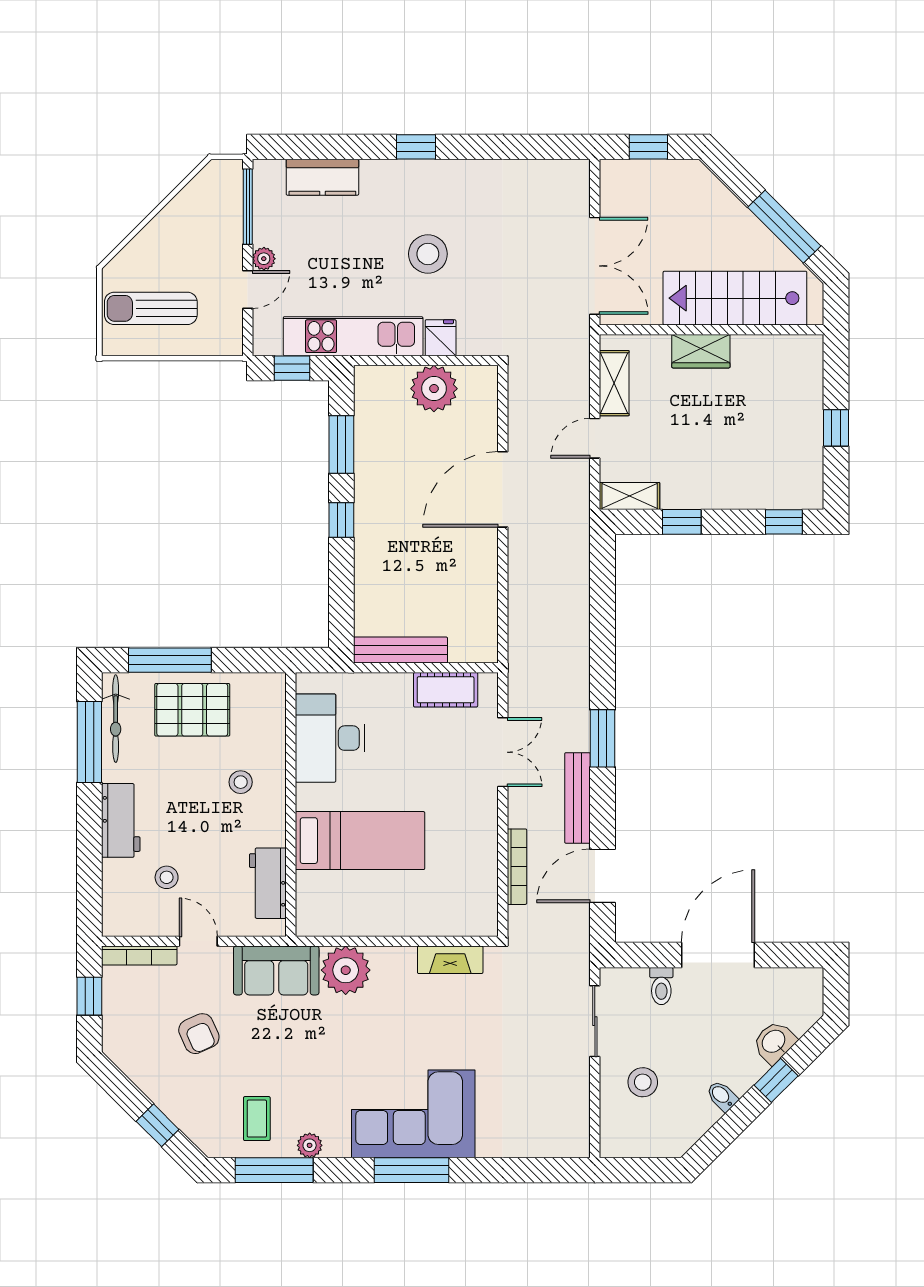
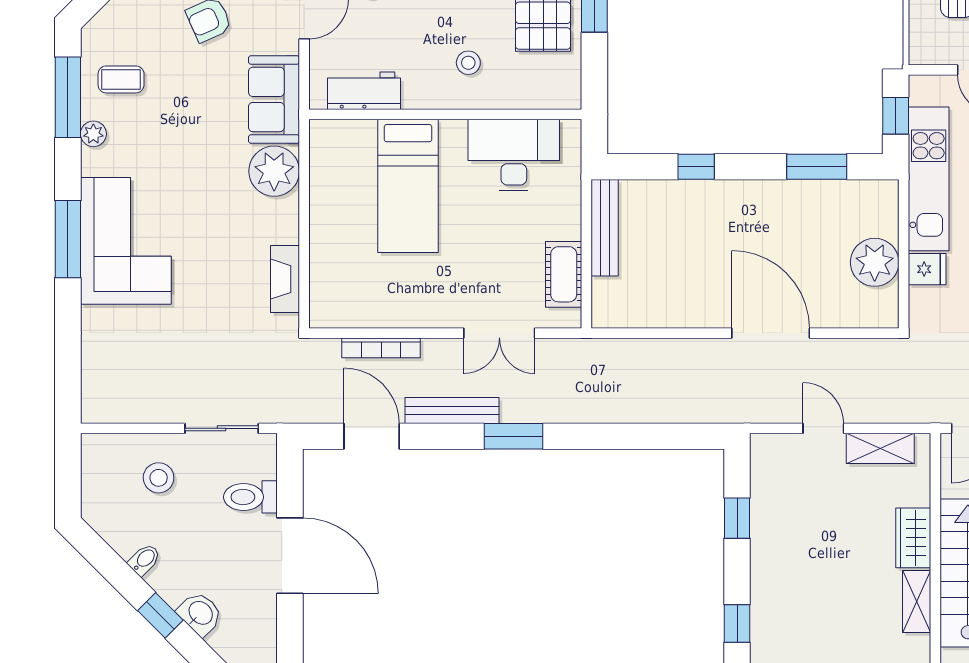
shelving: (630, 496) -> (917, 601), moved
window: (341, 520) -> (696, 167), moved
toilet: (661, 986) -> (250, 497), width x1.37, depth x1.39

